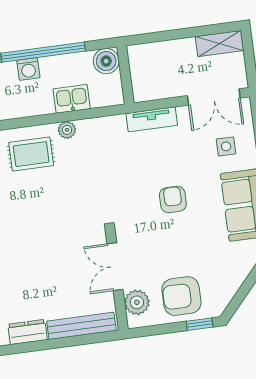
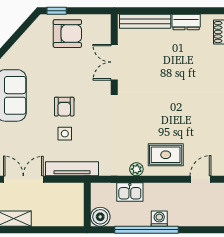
tv unit: (152, 119) -> (72, 169), width x1.41
side table: (226, 146) -> (65, 134), moved
double door: (115, 267) -> (114, 62), swing flipped
plant: (137, 302) -> (101, 33), removed

